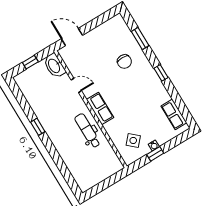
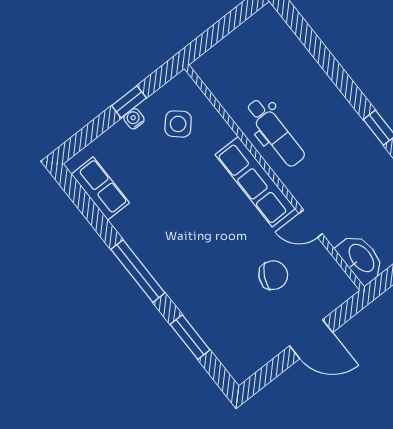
door: (72, 37) -> (311, 339), moved
chair: (124, 62) -> (273, 275), moved, turned 117
window: (161, 73) -> (138, 271), width x2.17
row of seats: (100, 108) -> (255, 182), width x1.48

